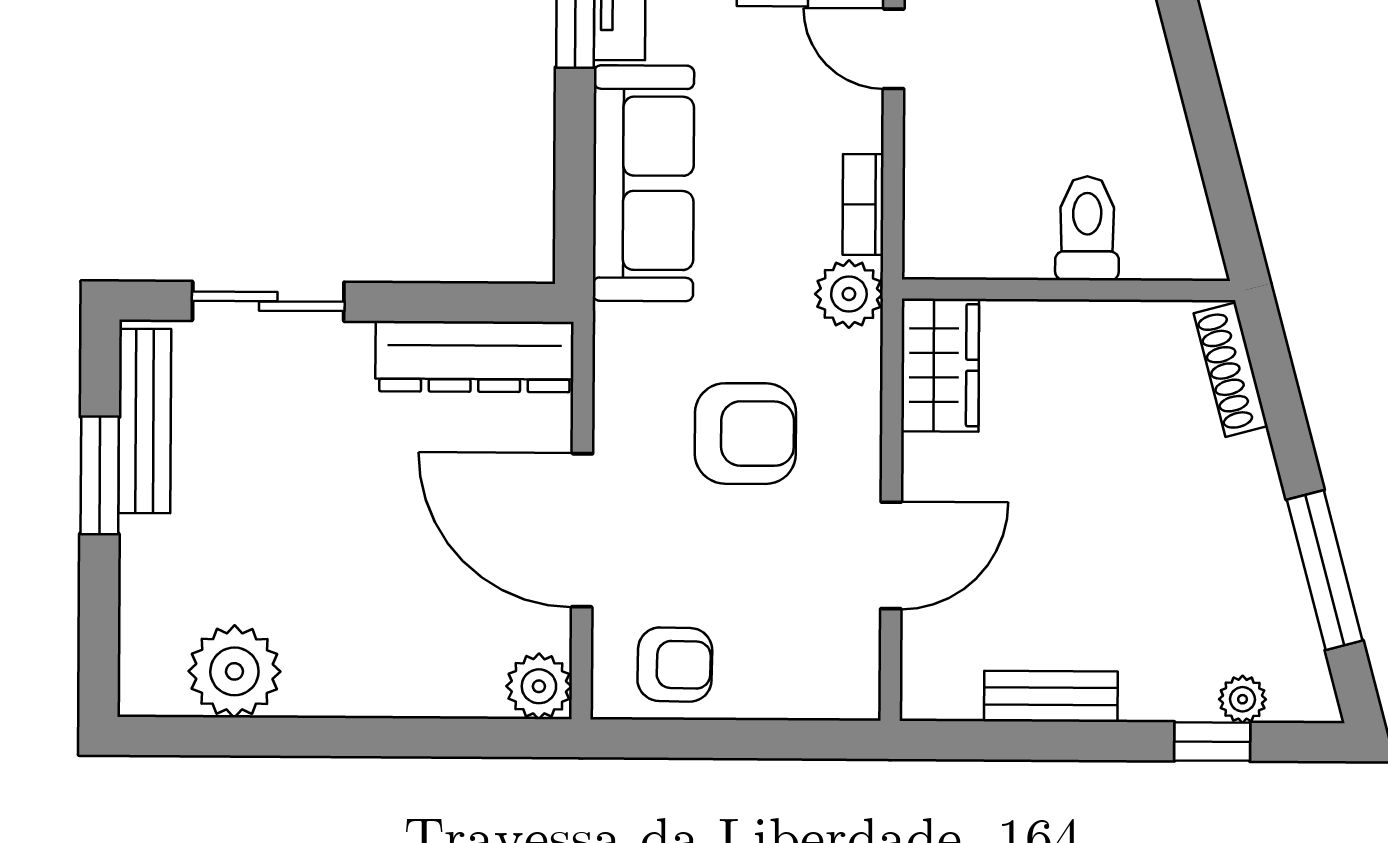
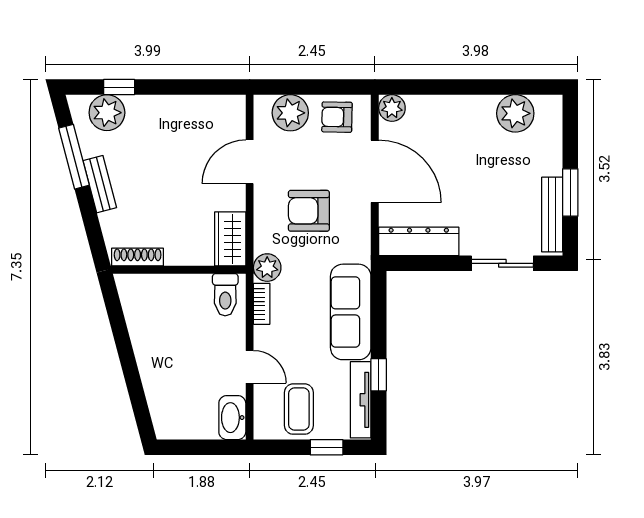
toilet: (1087, 228) -> (225, 295), moved
shoe rack: (1231, 370) -> (138, 257), moved, turned -75
plant: (790, 676) -> (290, 113), added
bench: (1051, 696) -> (100, 184), moved, turned 75
plant: (1243, 699) -> (107, 113), width x1.88, depth x1.88

